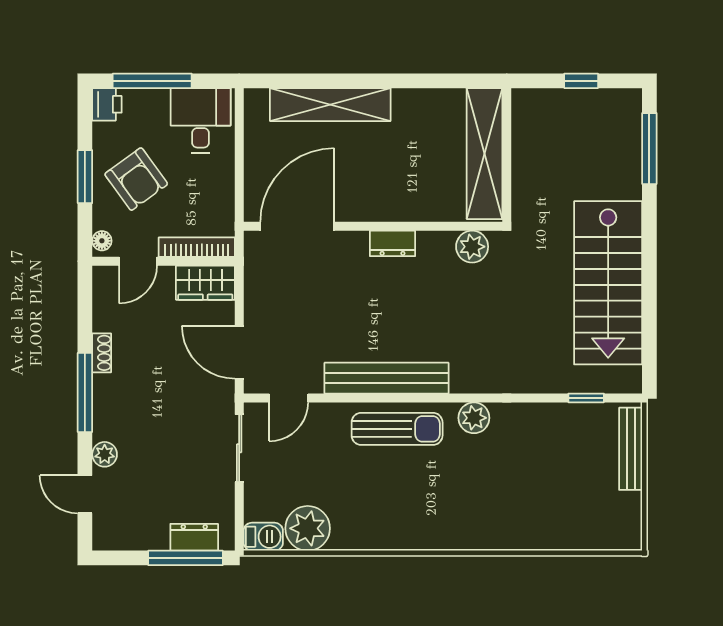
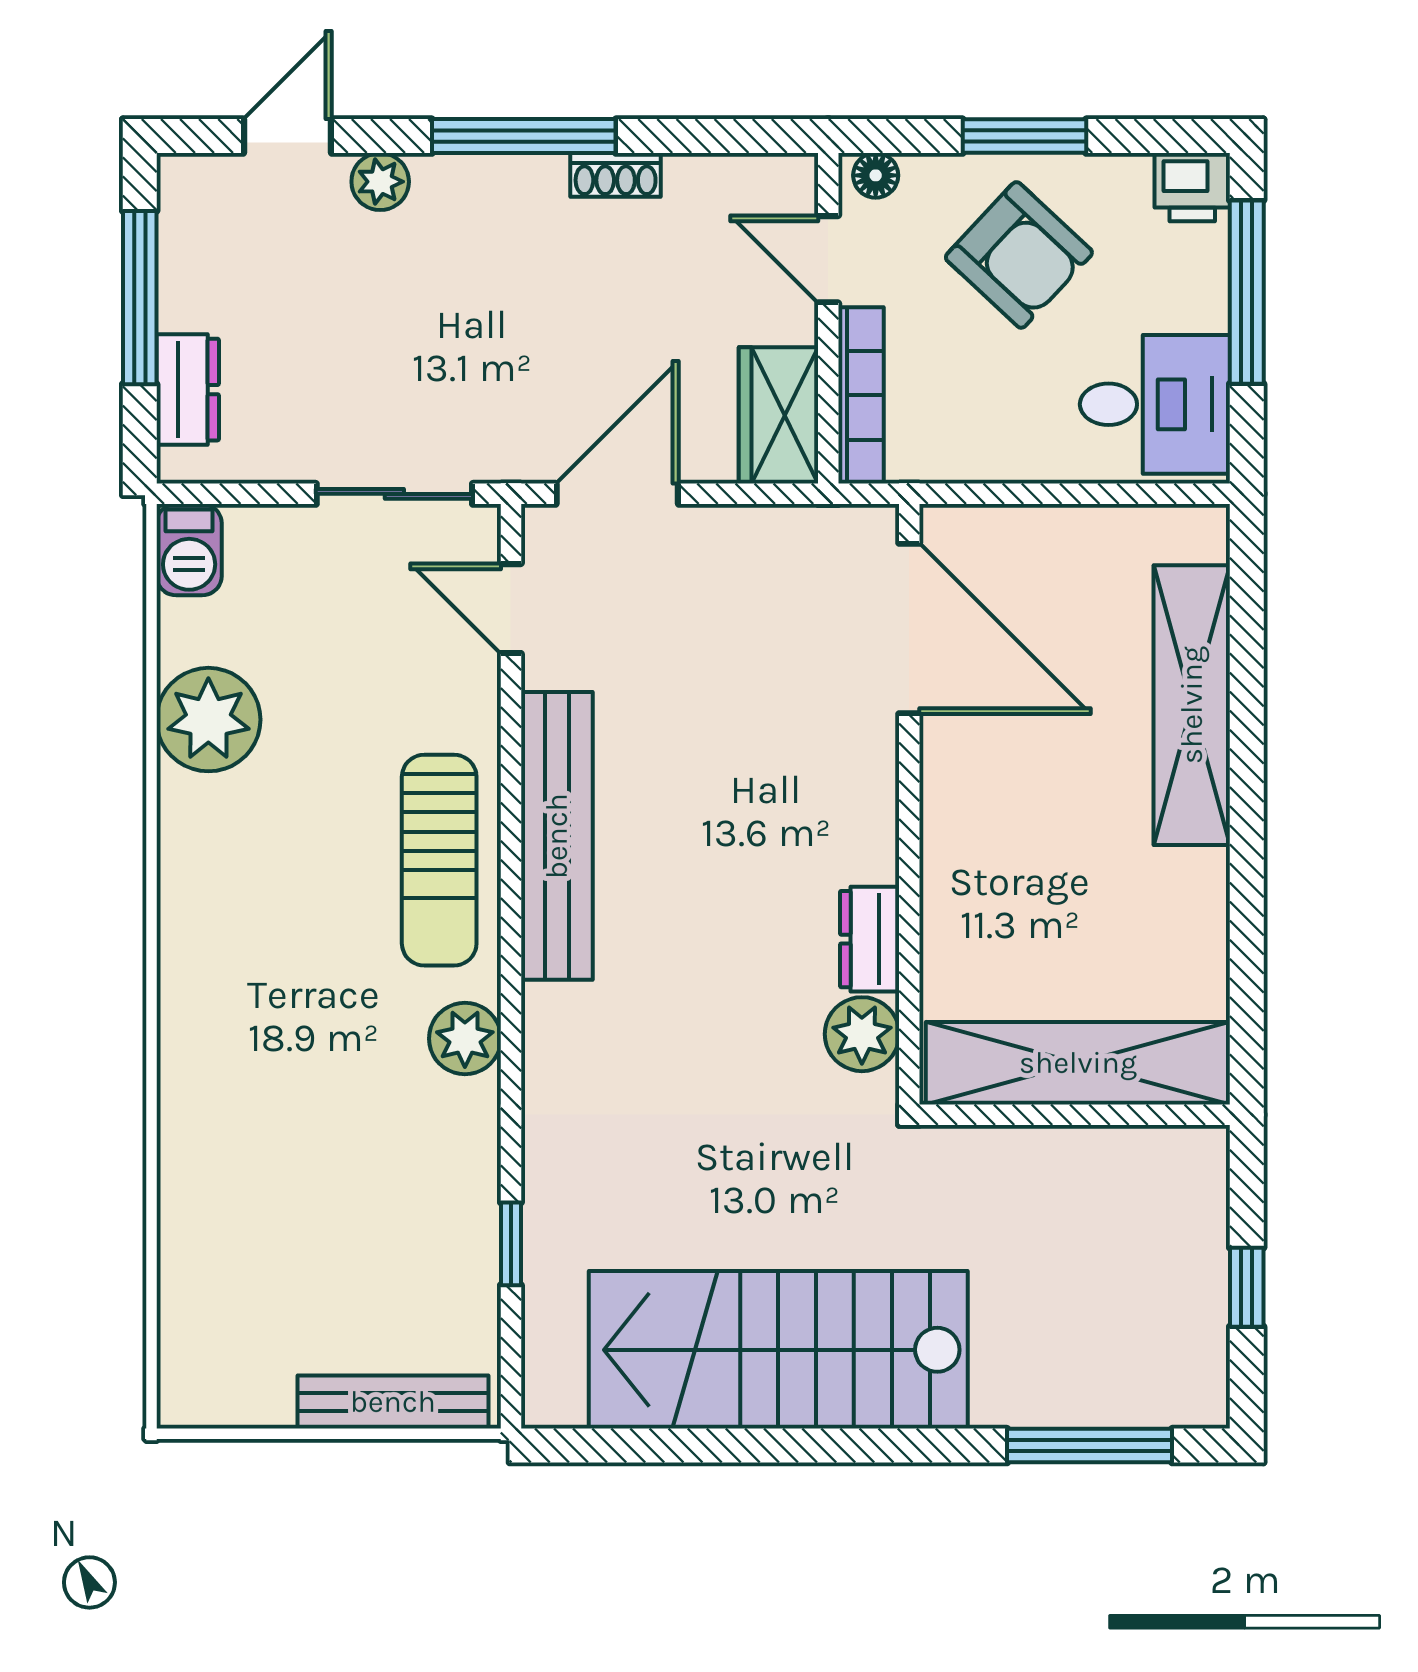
armchair: (136, 179) -> (1019, 255), turned -101
dresser: (392, 243) -> (870, 939), moved
window: (586, 398) -> (511, 1244), moved
plant: (308, 528) -> (208, 720), moved
window: (185, 558) -> (140, 298), moved

